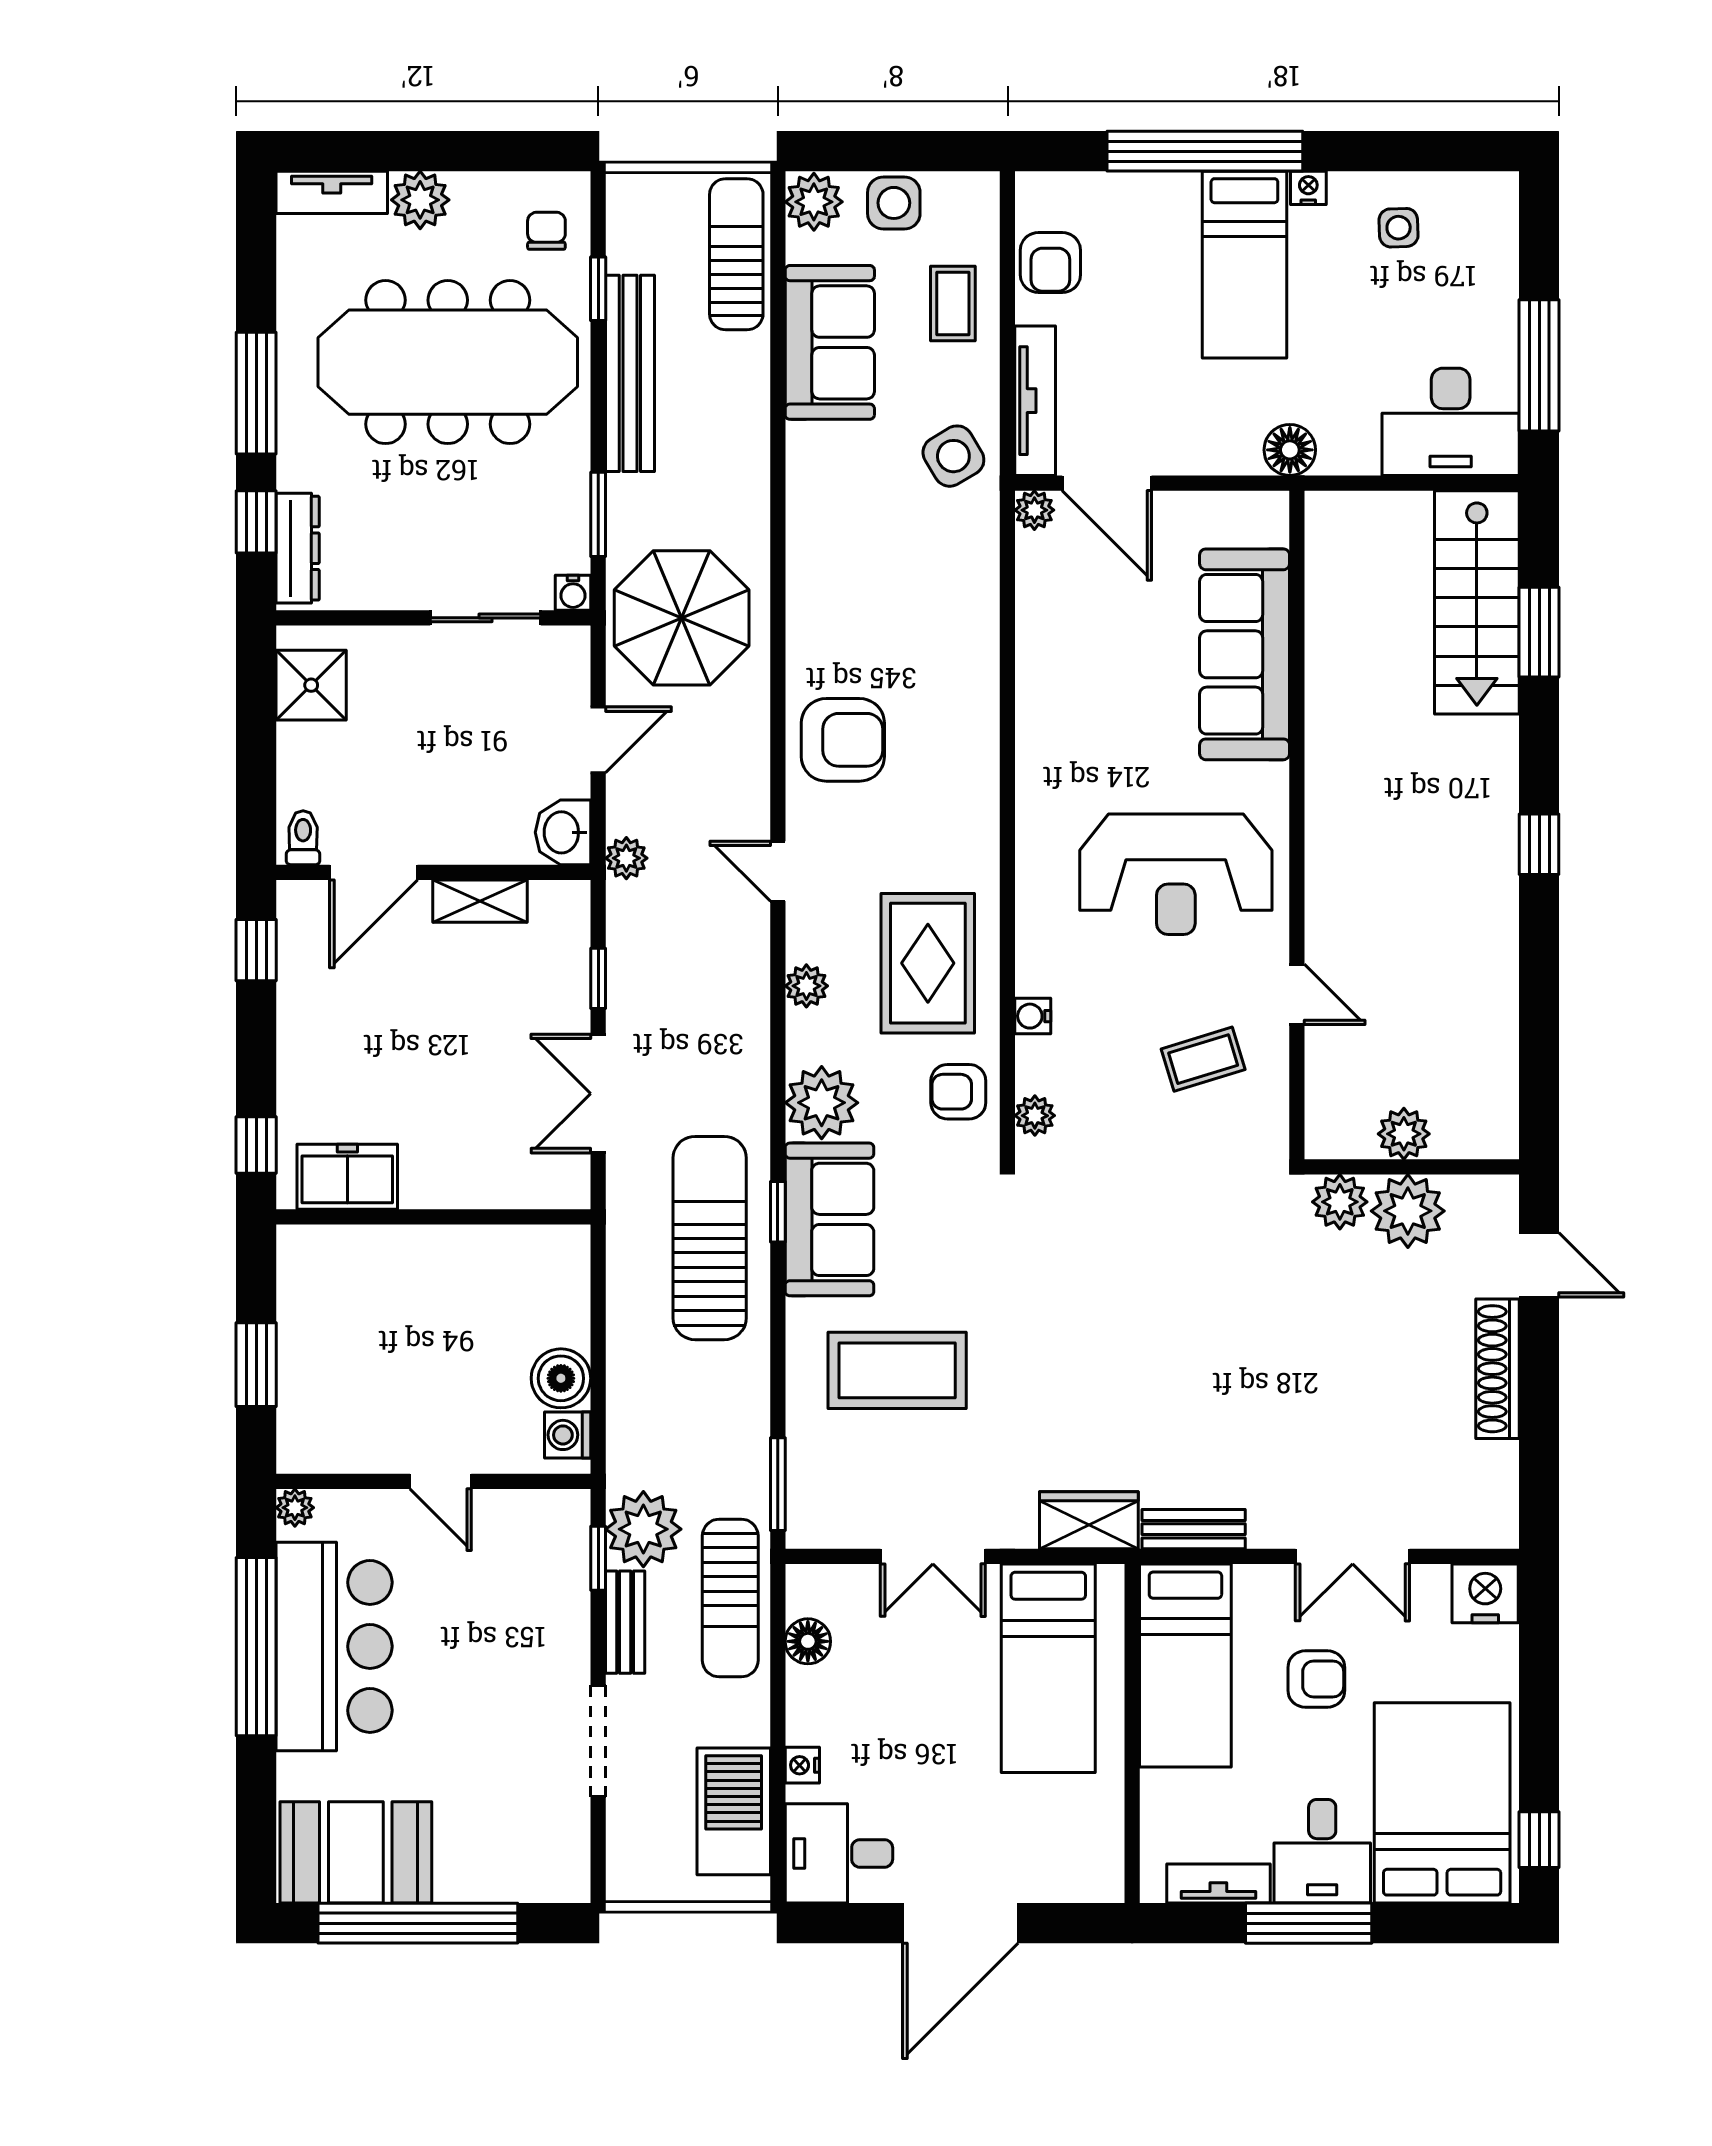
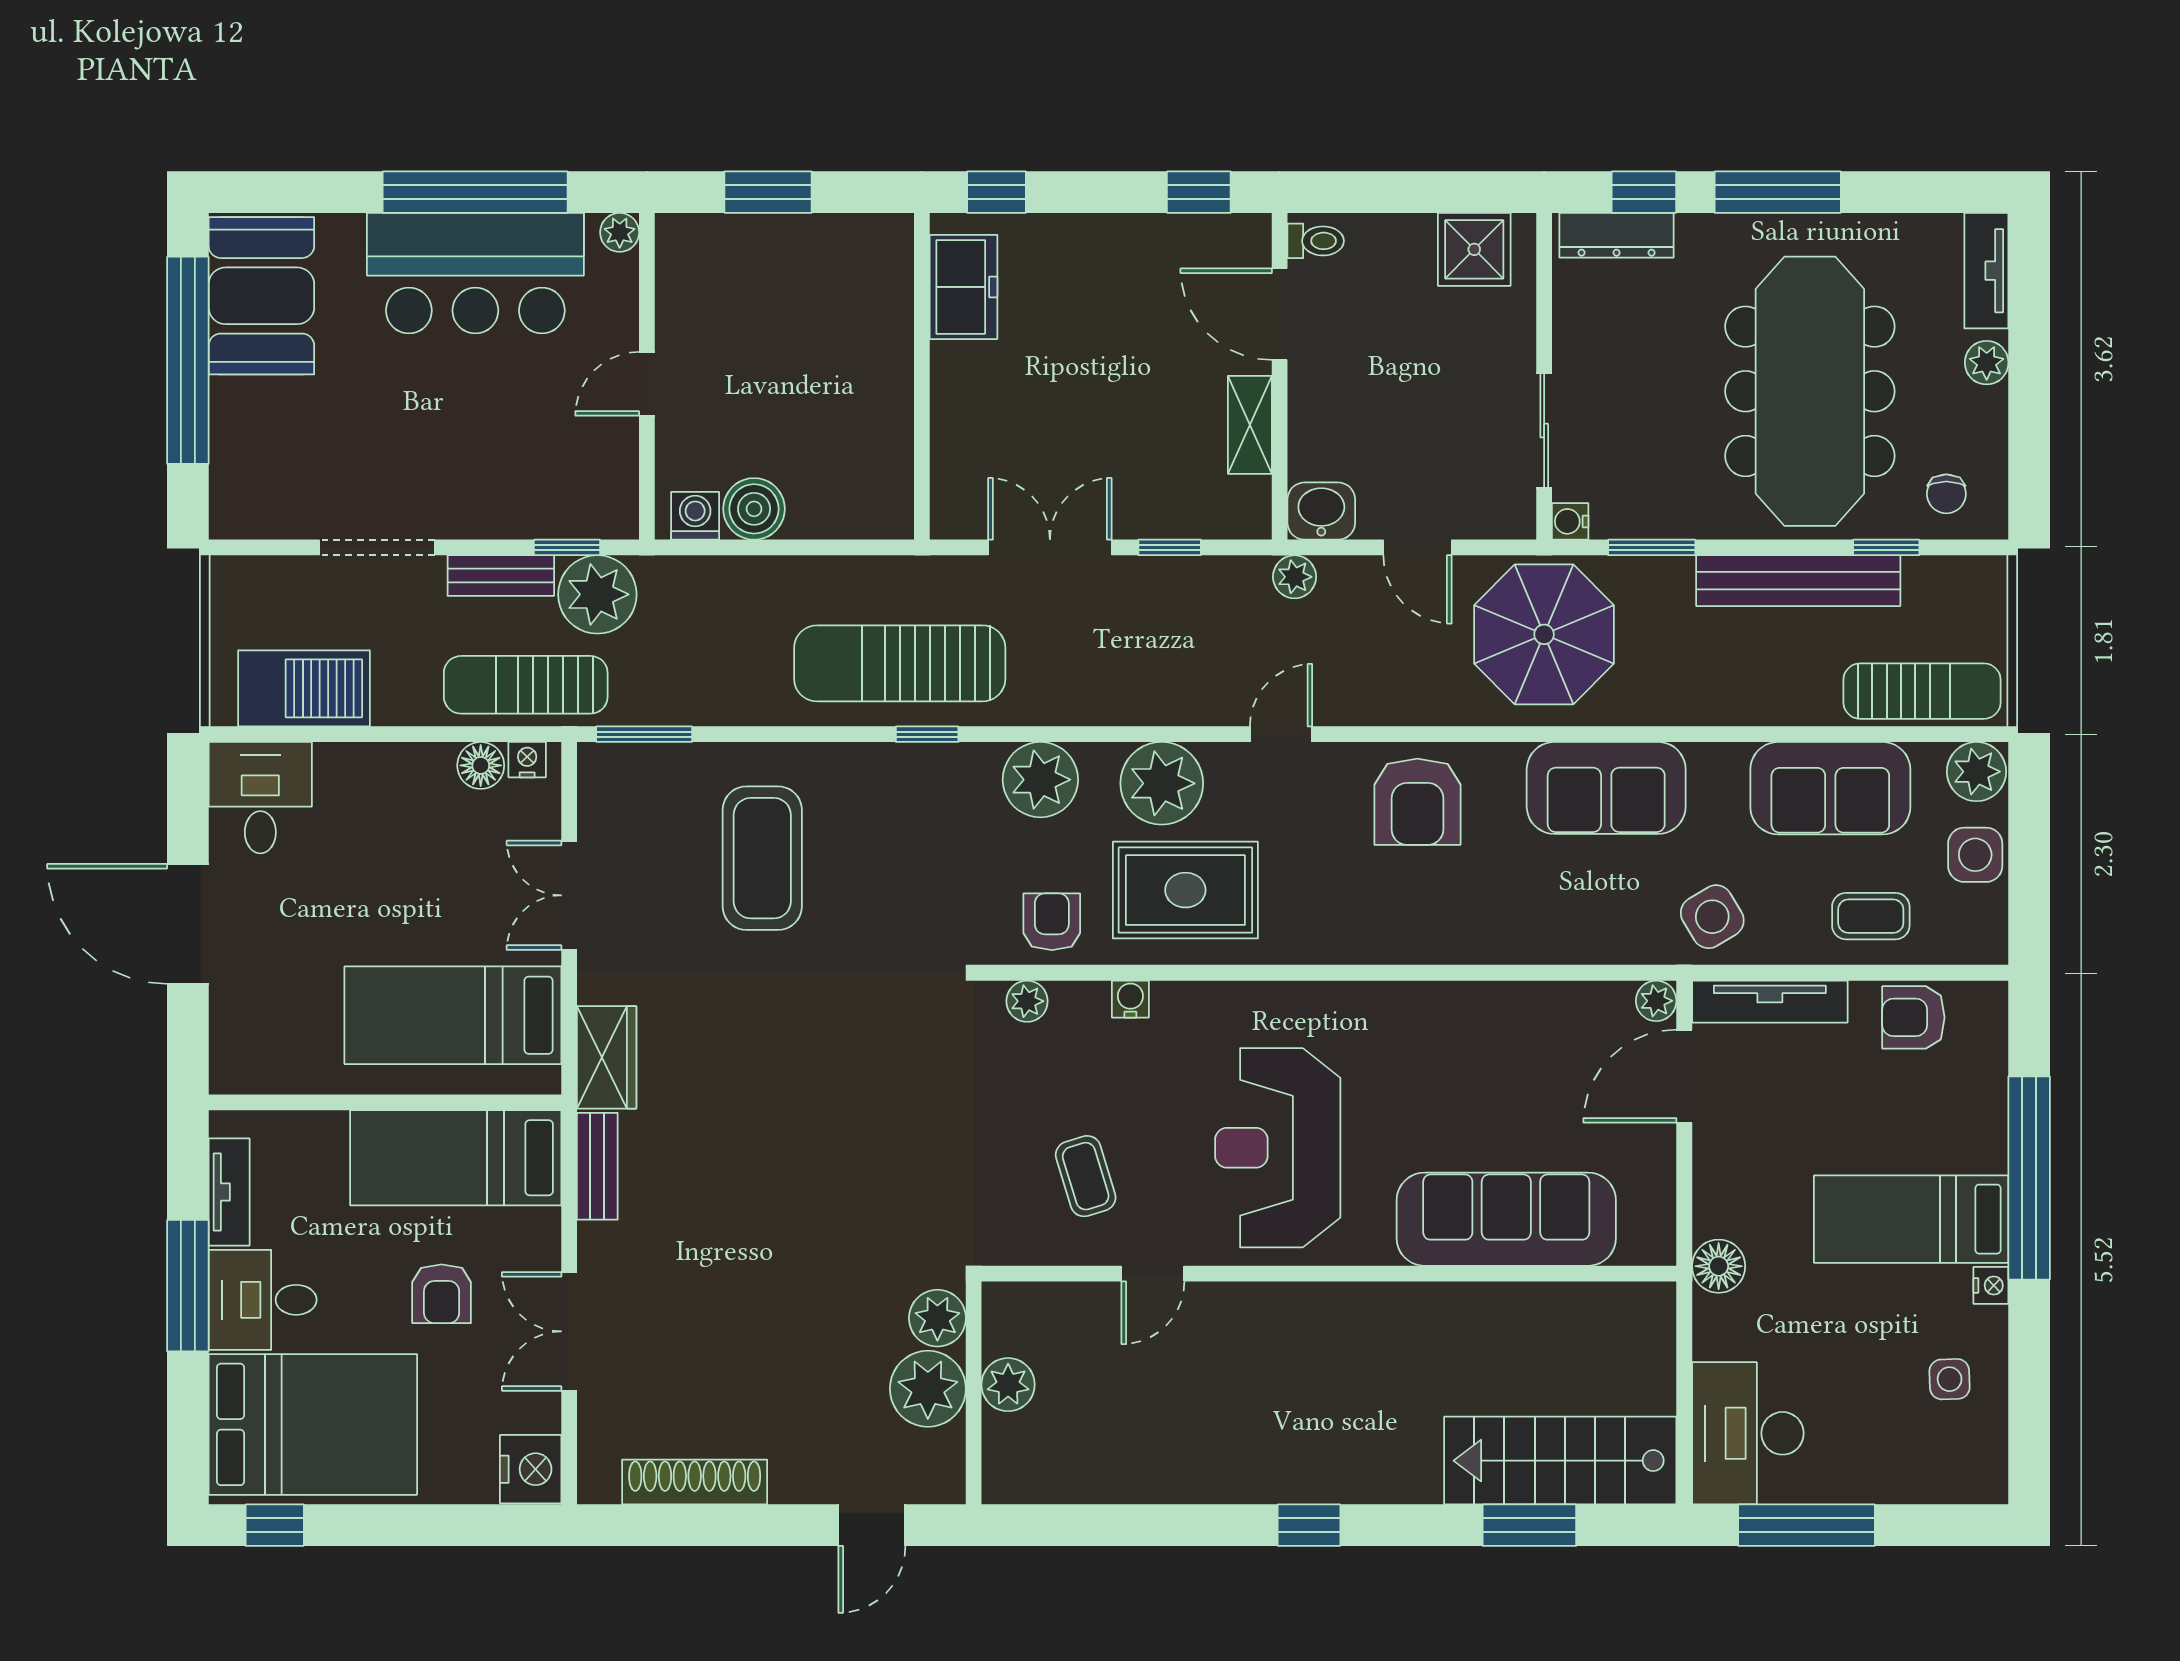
plant: (420, 200) -> (1987, 363), width x0.73, depth x0.73
chair: (546, 231) -> (1946, 494), turned 90
plant: (806, 986) -> (1162, 783), width x1.88, depth x1.88
sofa: (829, 1219) -> (1606, 788), moved
sun lounger: (710, 1238) -> (900, 663), turned 180
shoe rack: (1497, 1369) -> (695, 1482), moved
nightstand: (802, 1765) -> (527, 760), moved

